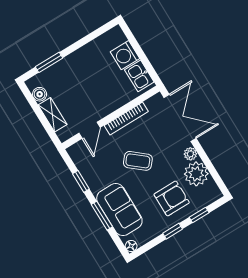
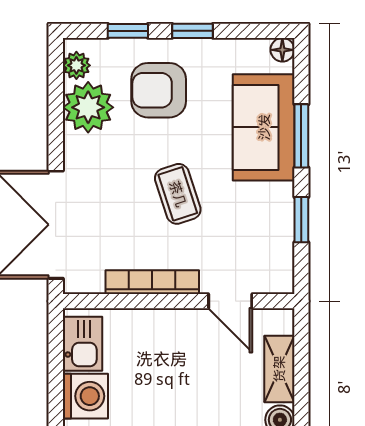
door: (90, 130) -> (230, 301), swing flipped
plant: (190, 154) -> (76, 65), moved
coffee table: (138, 161) -> (178, 194), turned 32

